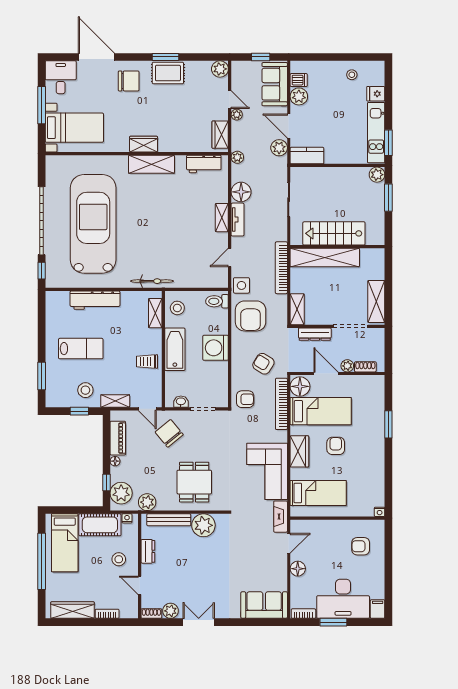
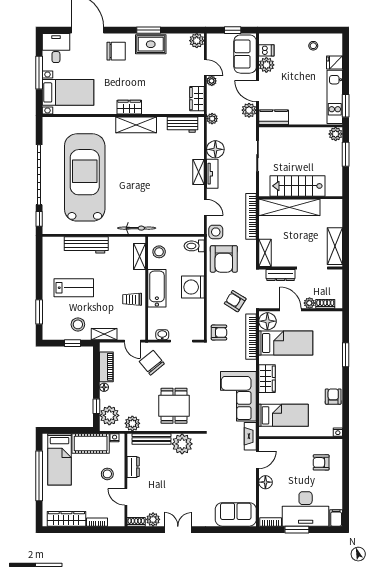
door: (230, 258) -> (205, 207), swing flipped
armchair: (336, 446) -> (333, 397), moved

